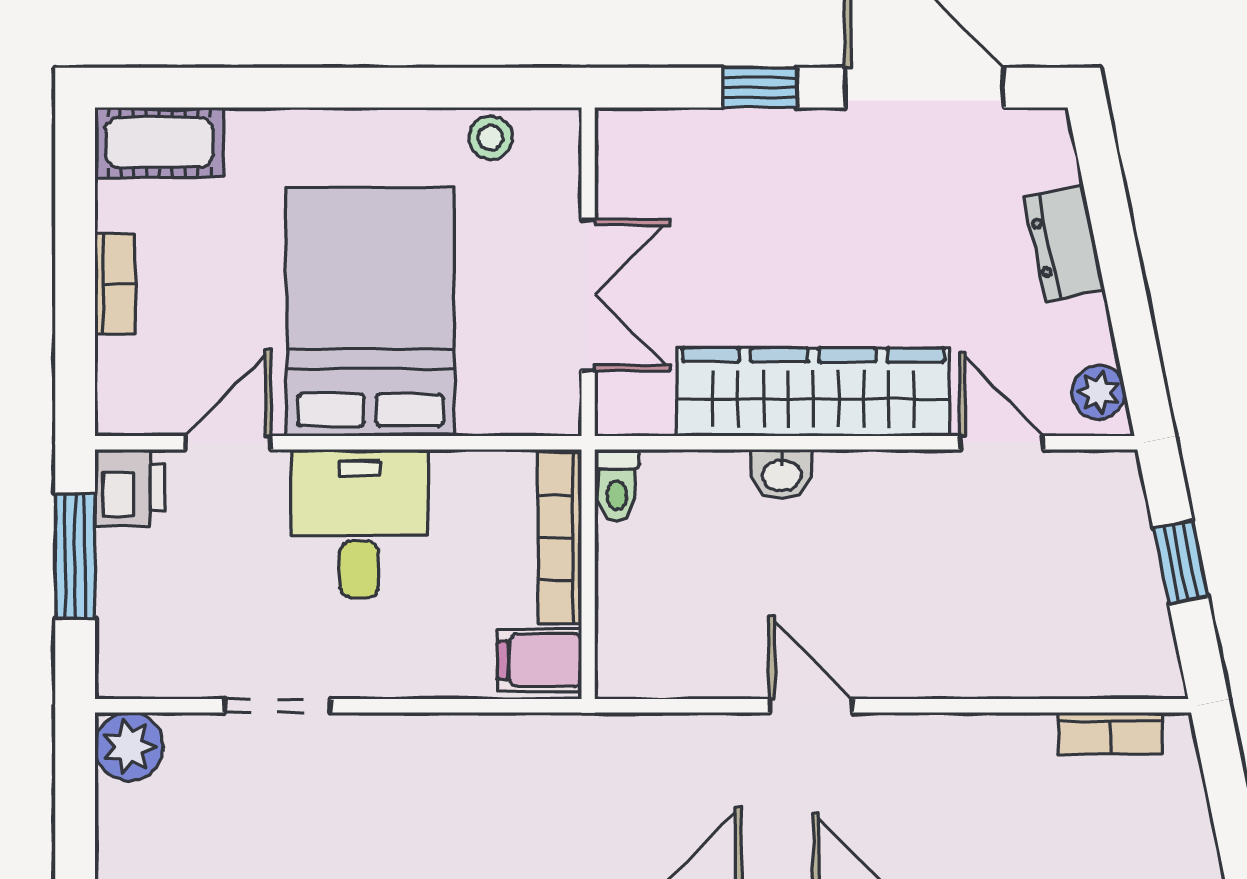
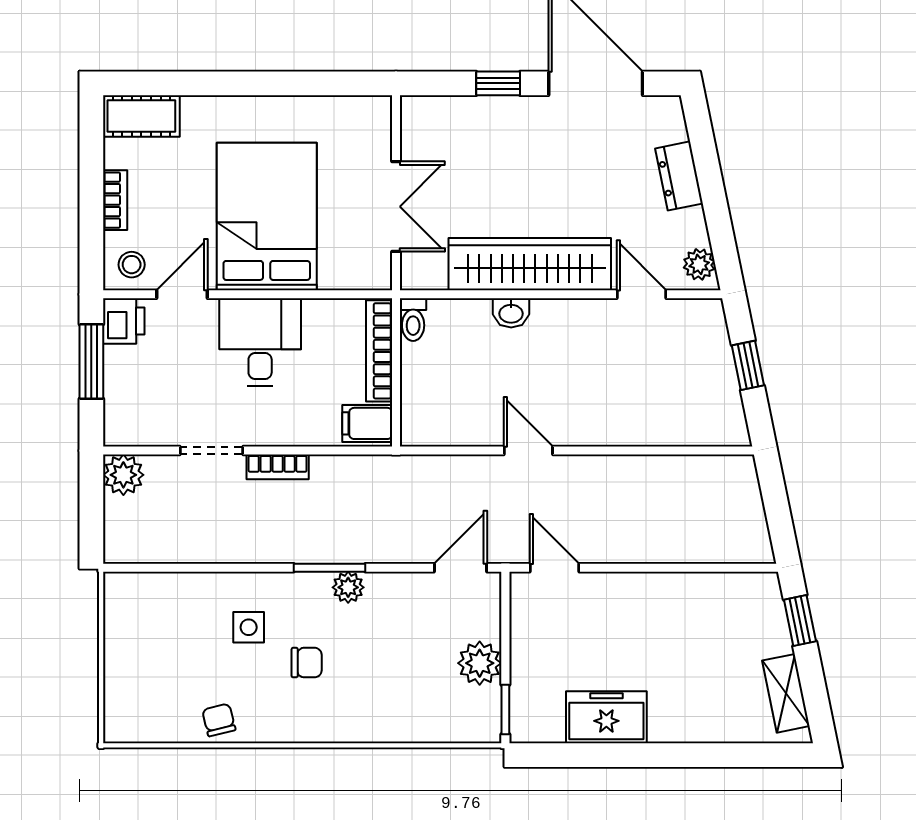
stool: (491, 138) -> (132, 265), moved
bookcase: (1110, 733) -> (278, 467), moved

